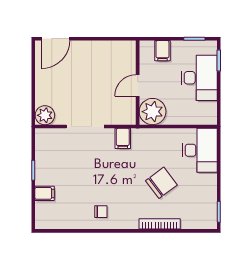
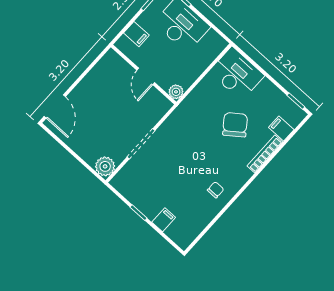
plant: (153, 112) -> (176, 92), width x0.53, depth x0.53
filing cabinet: (123, 138) -> (281, 129), moved, turned 180

